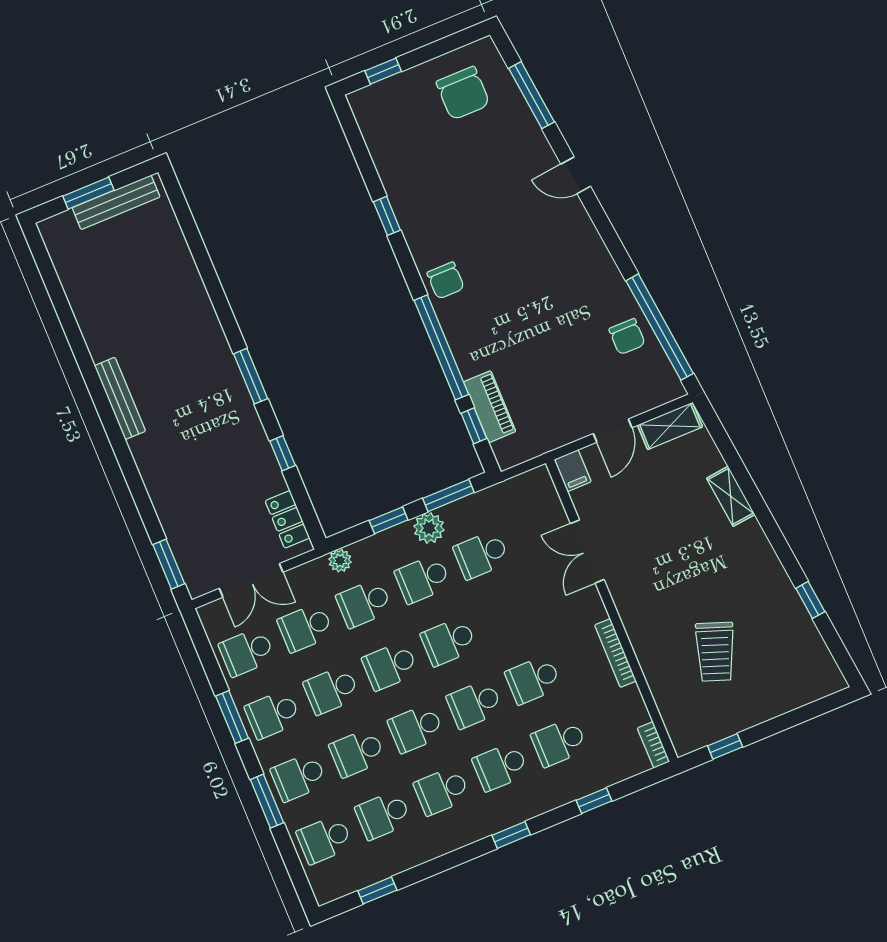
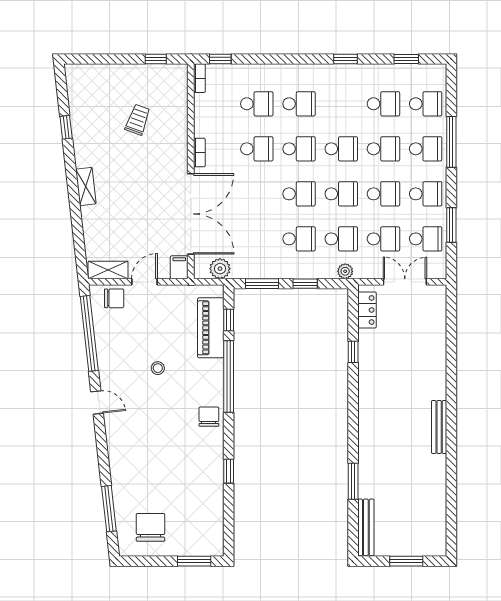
window: (383, 71) -> (194, 561), width x1.50
door: (576, 175) -> (97, 402), moved
bench: (116, 202) -> (366, 527), moved, turned 90
stool: (544, 318) -> (158, 368), added
chair: (627, 337) -> (114, 298), moved, turned 90
window: (251, 376) -> (353, 481), moved
piano: (490, 407) -> (211, 328), width x1.37, depth x1.33
shelving: (731, 496) -> (86, 186), moved
plant: (429, 528) -> (220, 269), moved
double door: (587, 551) -> (191, 214), width x1.87
school desk: (481, 555) -> (257, 239), removed
window: (169, 564) -> (451, 313), removed
trolley: (715, 652) -> (138, 120), width x0.73, depth x0.72
bookcase: (615, 653) -> (199, 152), width x0.64
window: (232, 717) -> (451, 225), moved
school desk: (442, 791) -> (341, 104), removed
window: (267, 801) -> (451, 142), width x1.44
window: (594, 801) -> (220, 59), moved
window: (511, 835) -> (346, 59), moved

